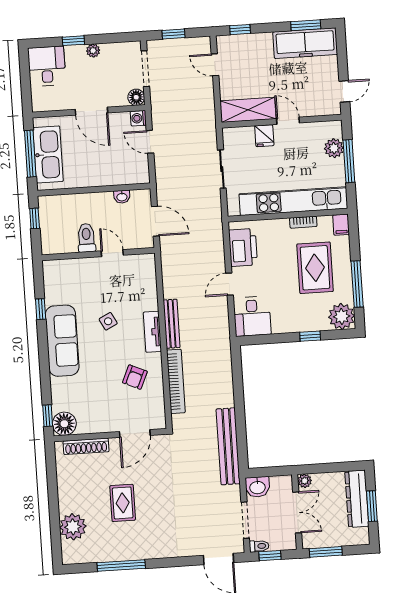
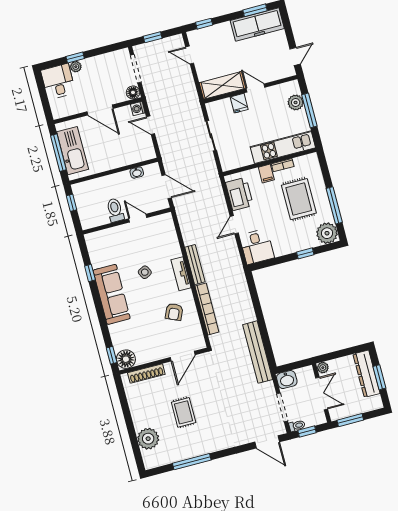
plant: (93, 51) -> (76, 67), moved
kitchen unit: (293, 201) -> (283, 147), width x0.73
filing cabinet: (341, 225) -> (266, 173), moved

